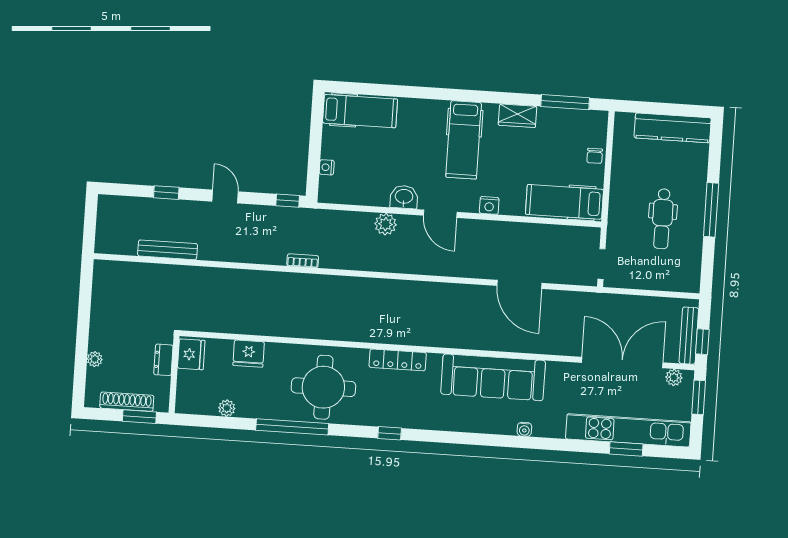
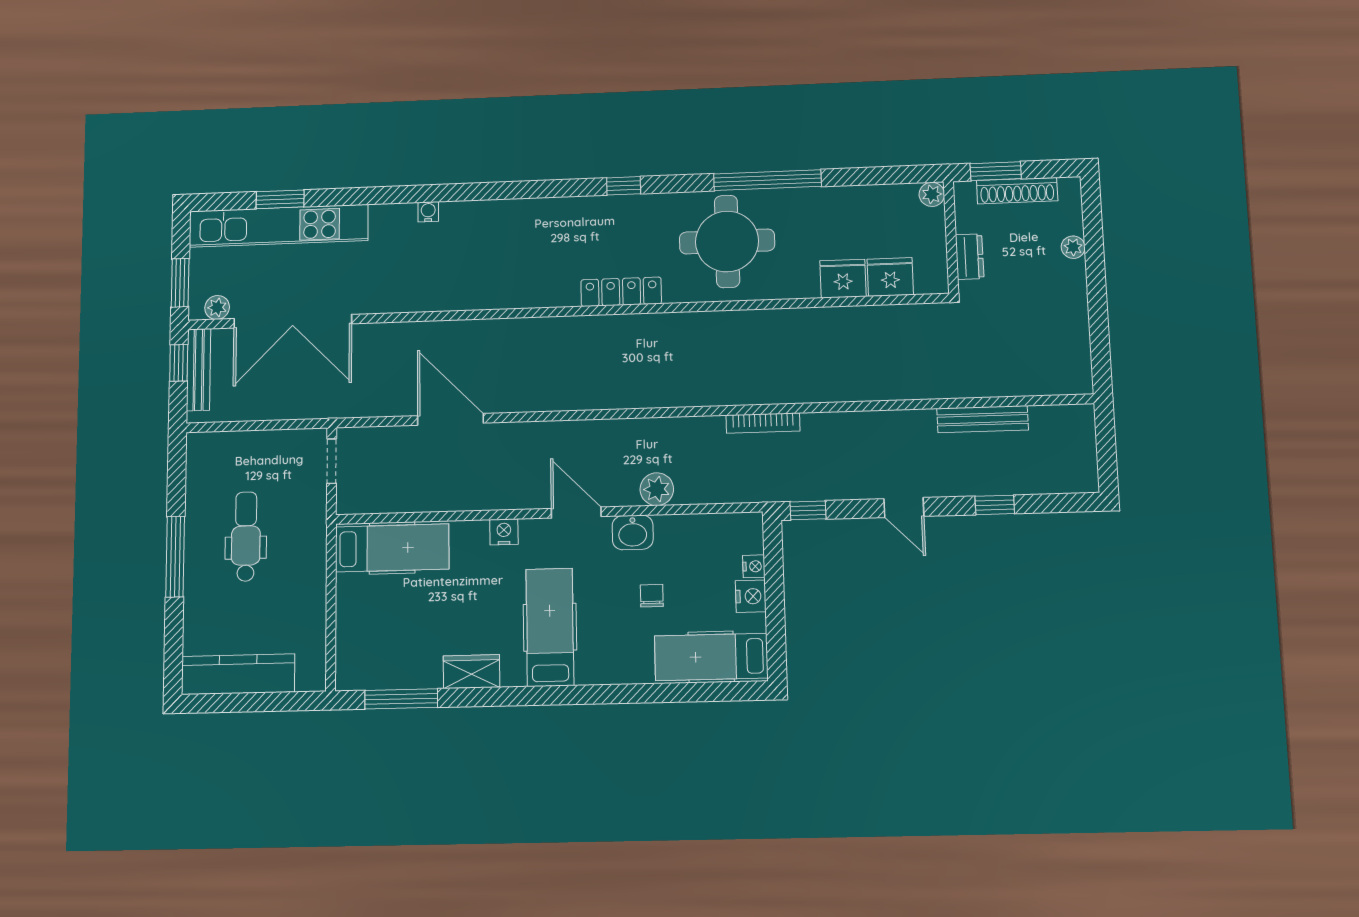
nightstand: (331, 148) -> (751, 596), added
chair: (595, 156) -> (652, 596), moved
bookcase: (303, 261) -> (763, 423), width x1.56
fridge: (191, 354) -> (890, 277), moved, turned 90
sofa: (493, 377) -> (479, 281), removed
plant: (227, 408) -> (932, 194), moved

